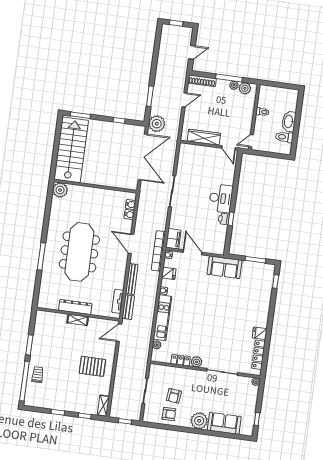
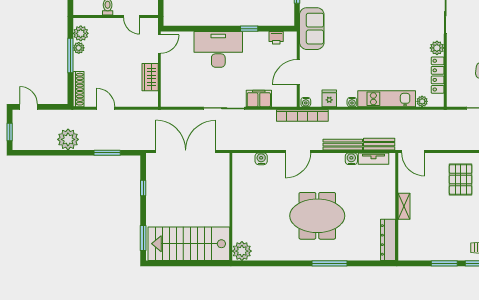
door: (192, 52) -> (29, 107), moved
plant: (157, 124) -> (68, 139), moved
wardrobe: (204, 137) -> (150, 77), width x0.67
door: (251, 141) -> (132, 17), moved
desk: (221, 198) -> (218, 49), width x1.36, depth x1.30
water cooler: (131, 204) -> (351, 159), moved
printer: (224, 219) -> (276, 38), moved
filing cabinet: (173, 239) -> (259, 99), moved
meeting table: (79, 252) -> (317, 216), width x0.73
dresser: (75, 307) -> (388, 240), moved
locker: (181, 360) -> (438, 75), width x1.53

